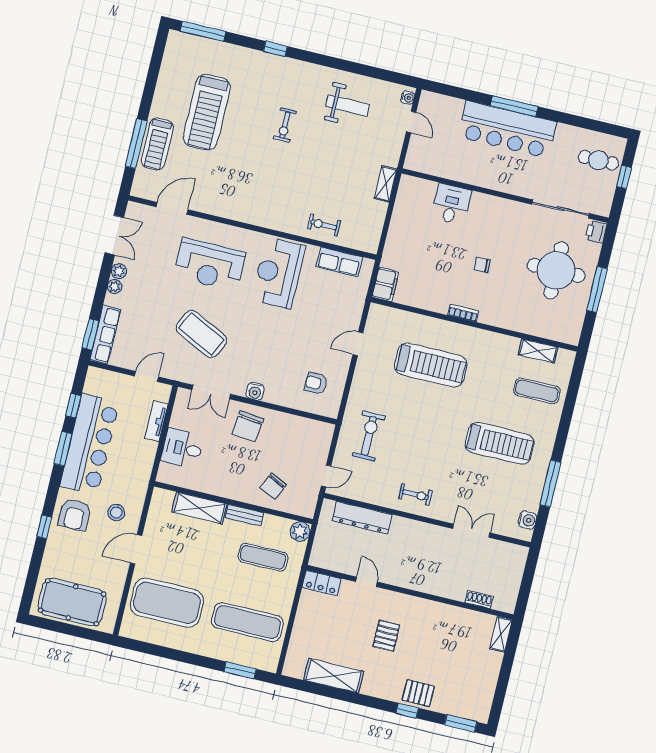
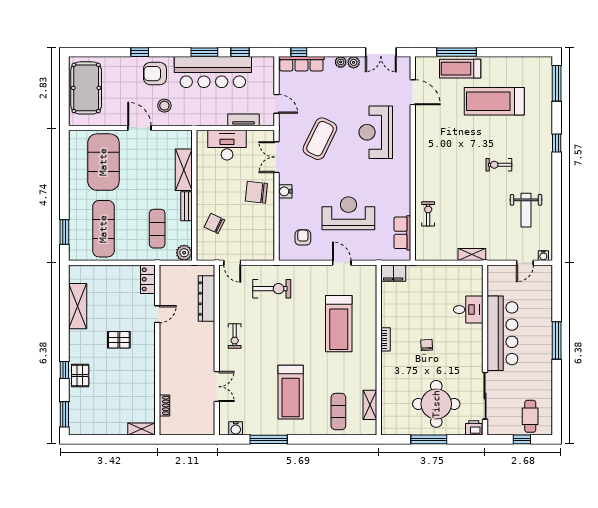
bar counter: (507, 129) -> (502, 333), moved, turned 180
reception desk: (278, 273) -> (348, 213), moved
window: (90, 334) -> (299, 52), width x0.67
desk: (182, 448) -> (227, 145), width x1.37

